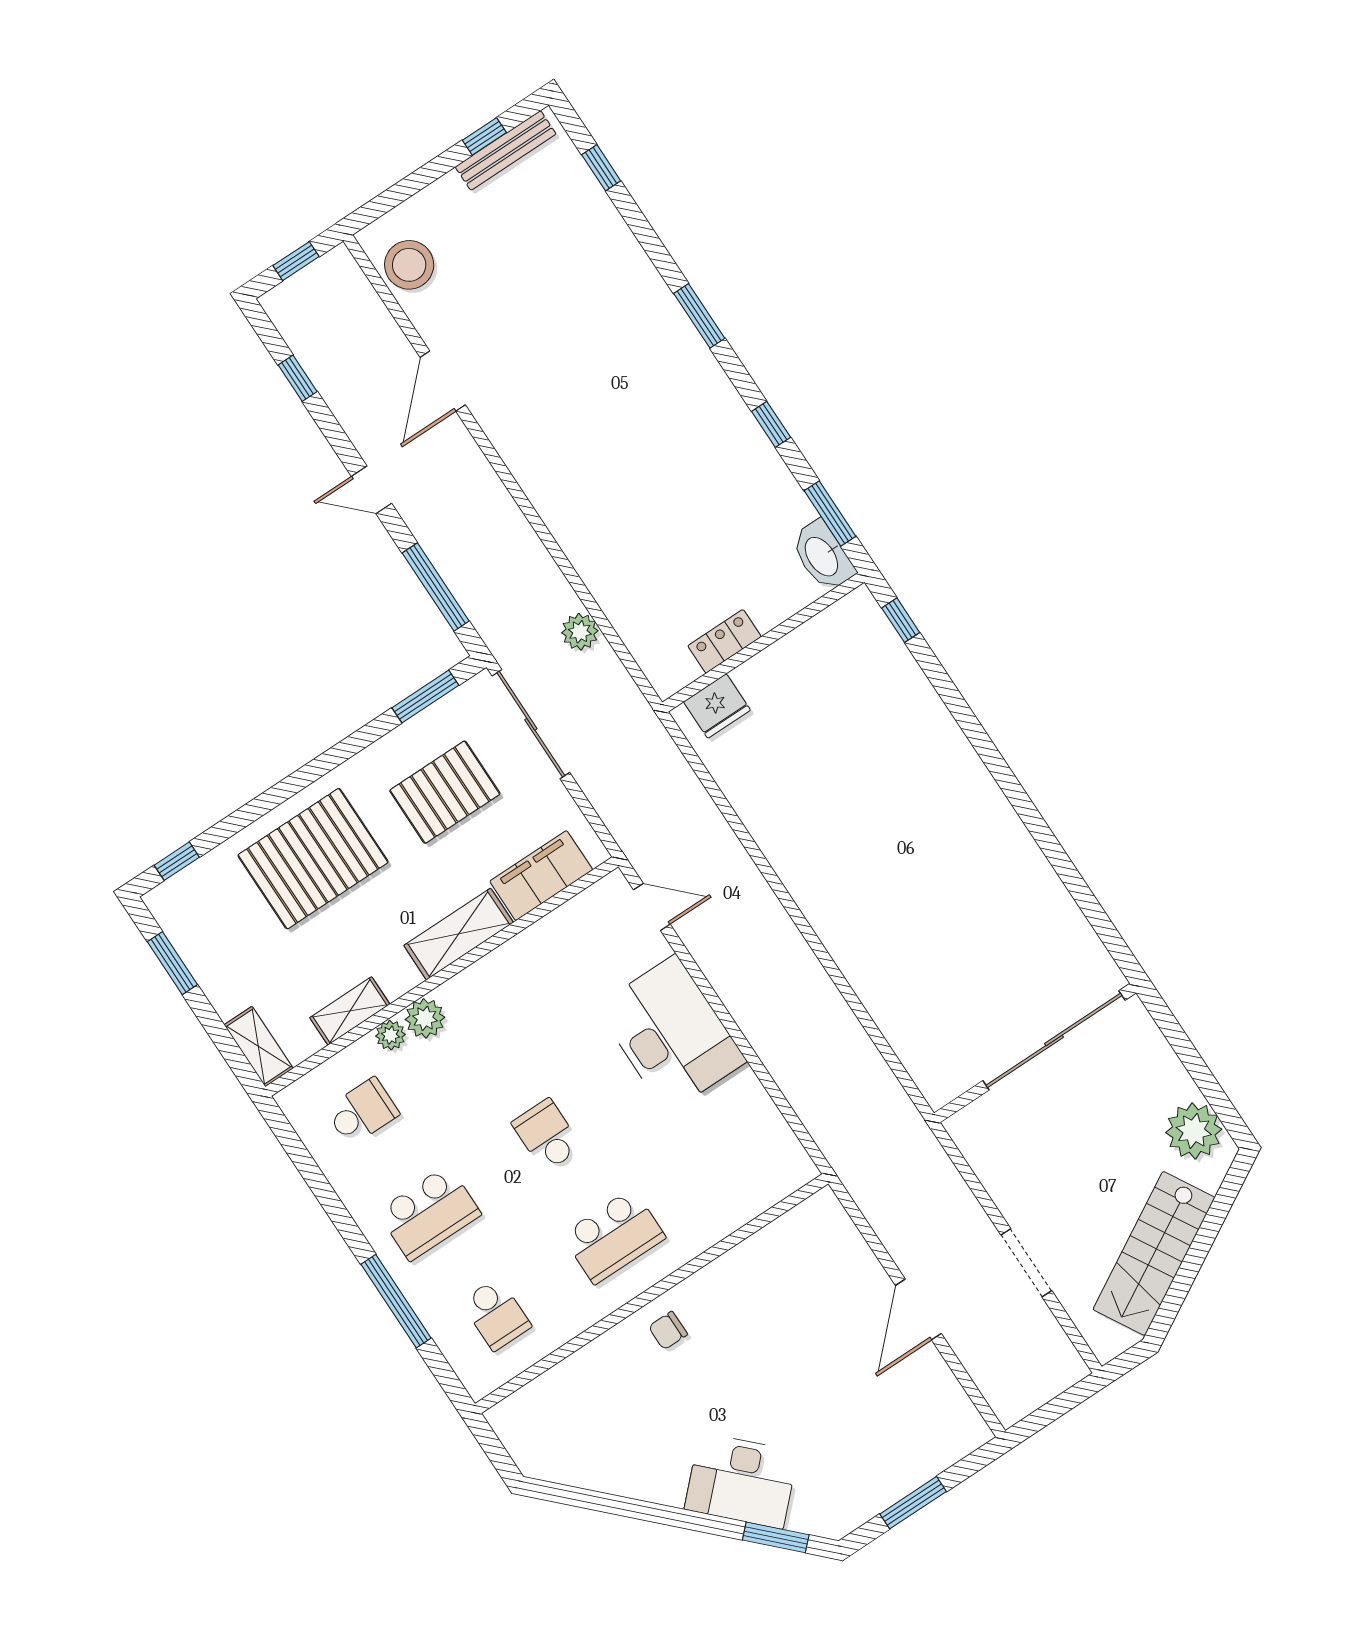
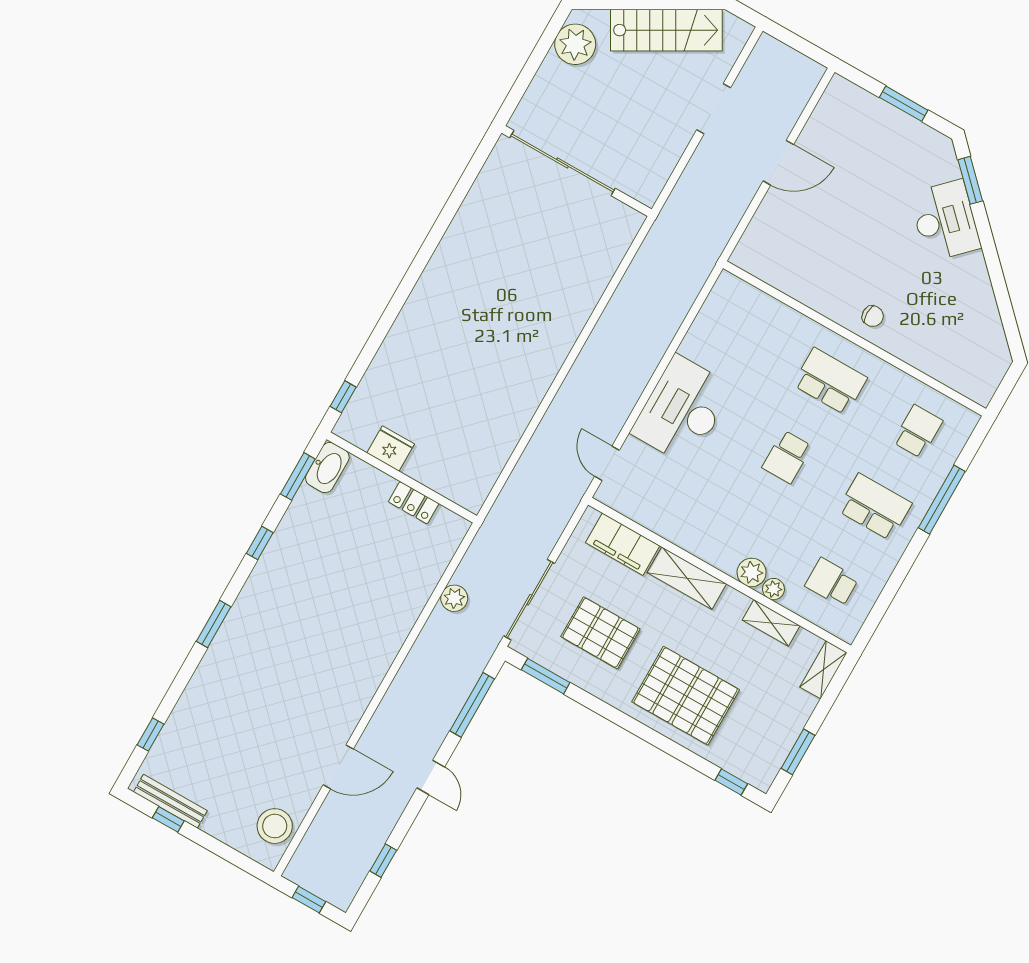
fridge: (717, 706) -> (391, 448), moved

